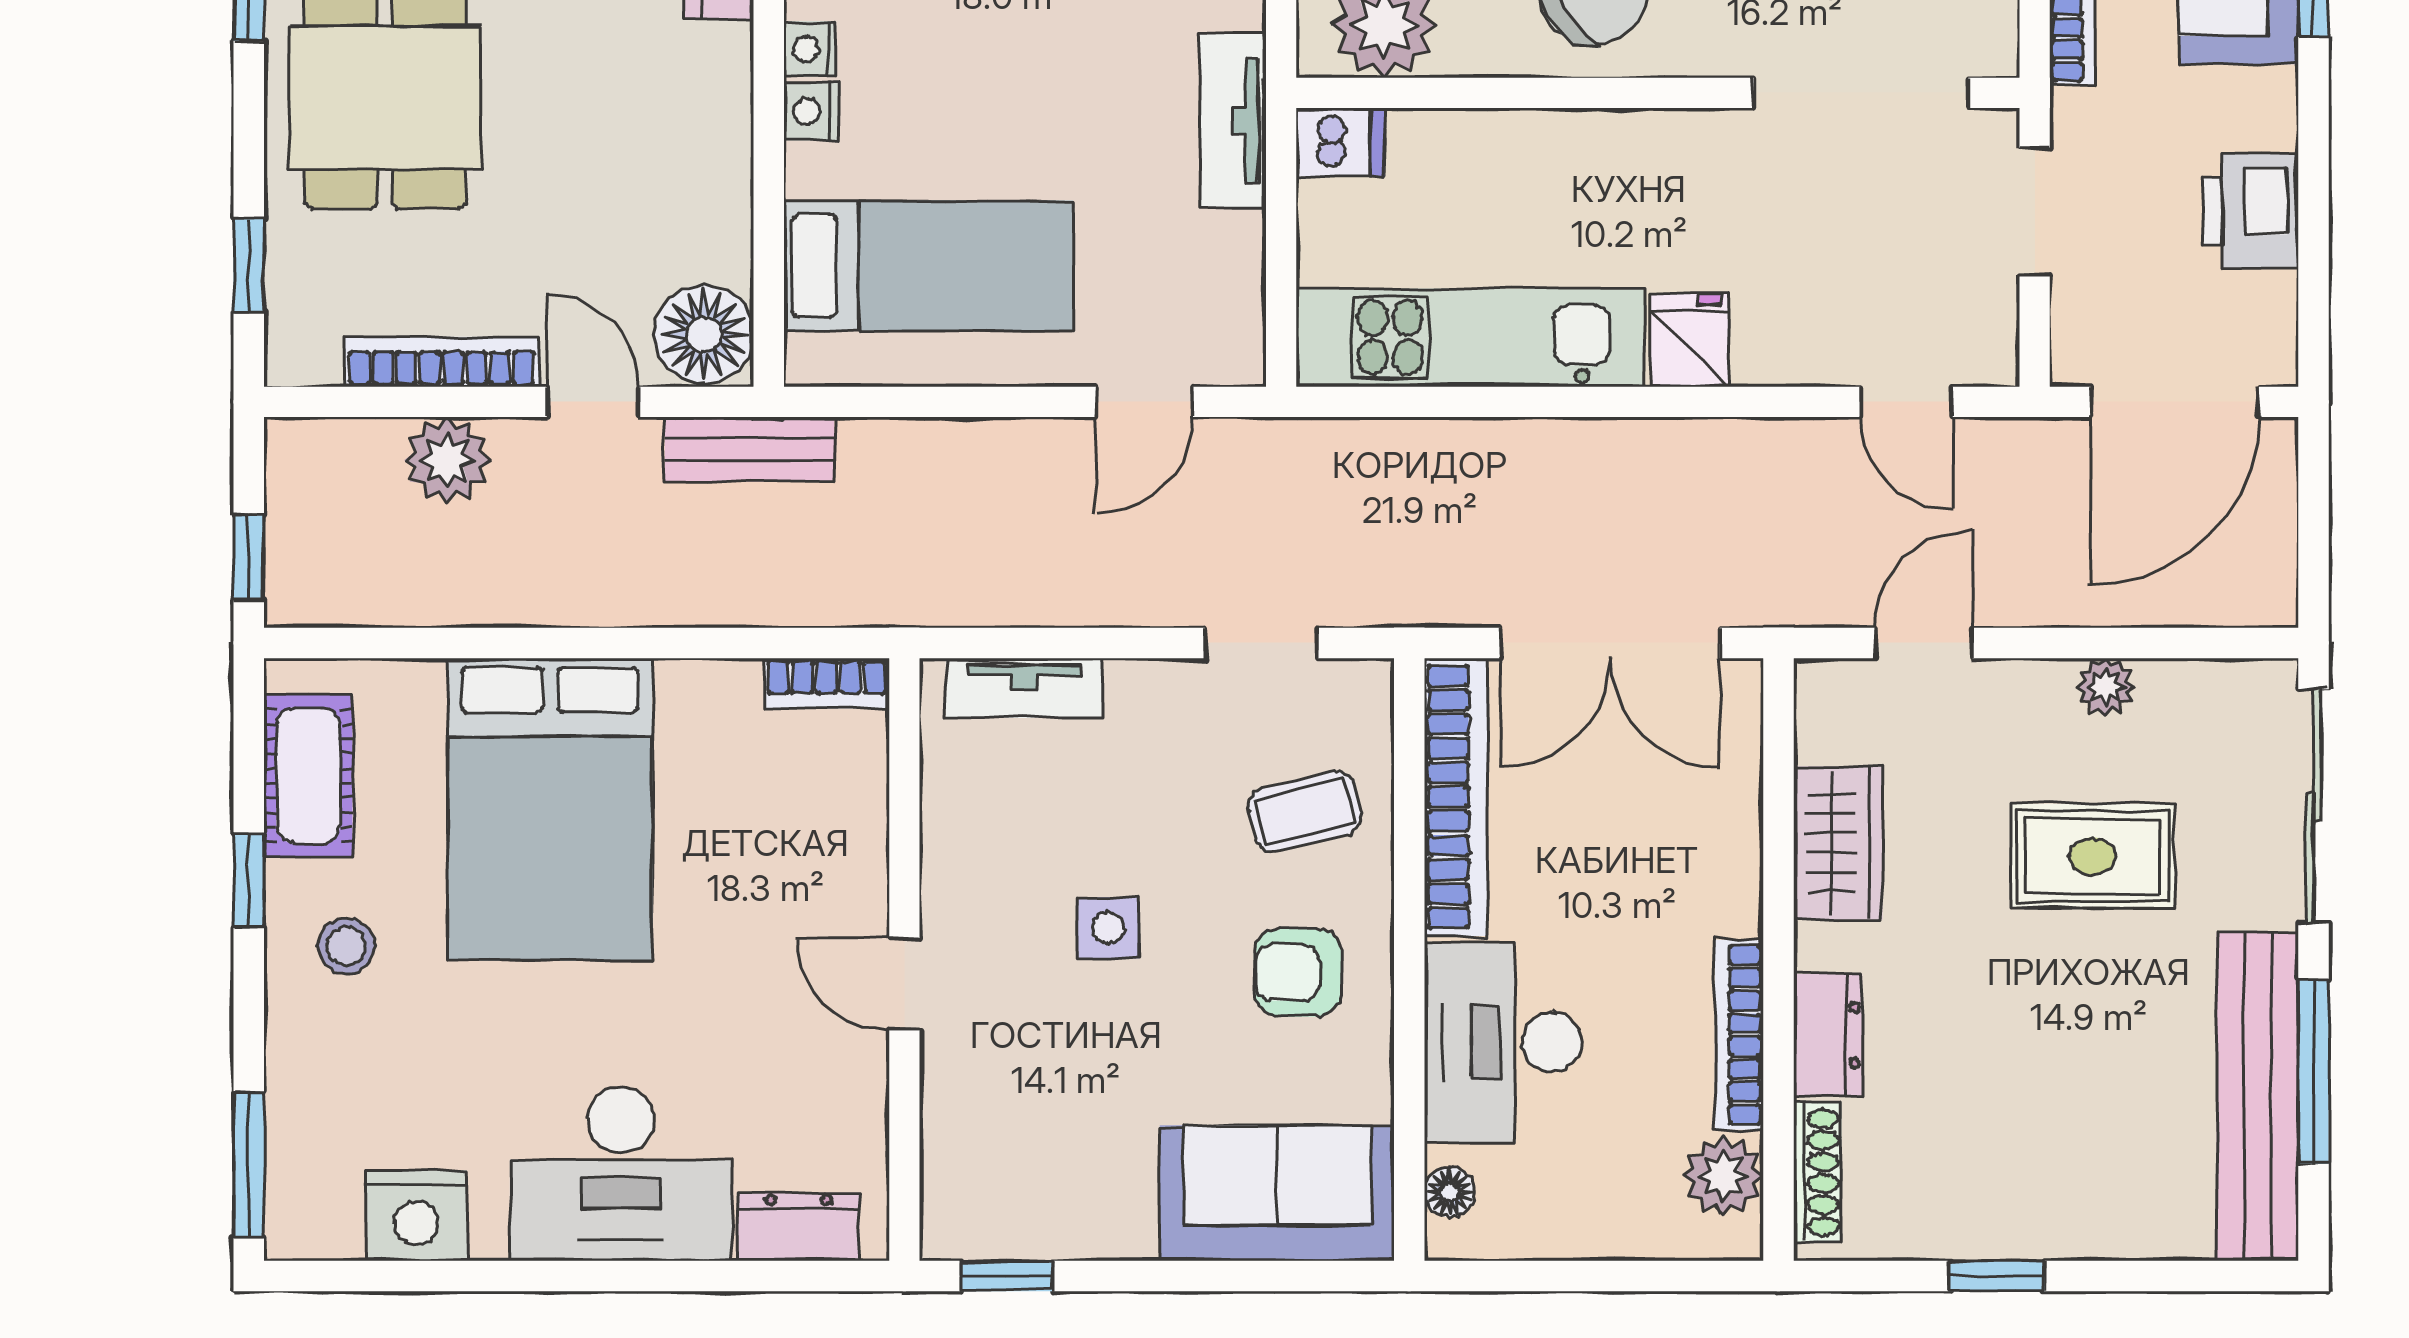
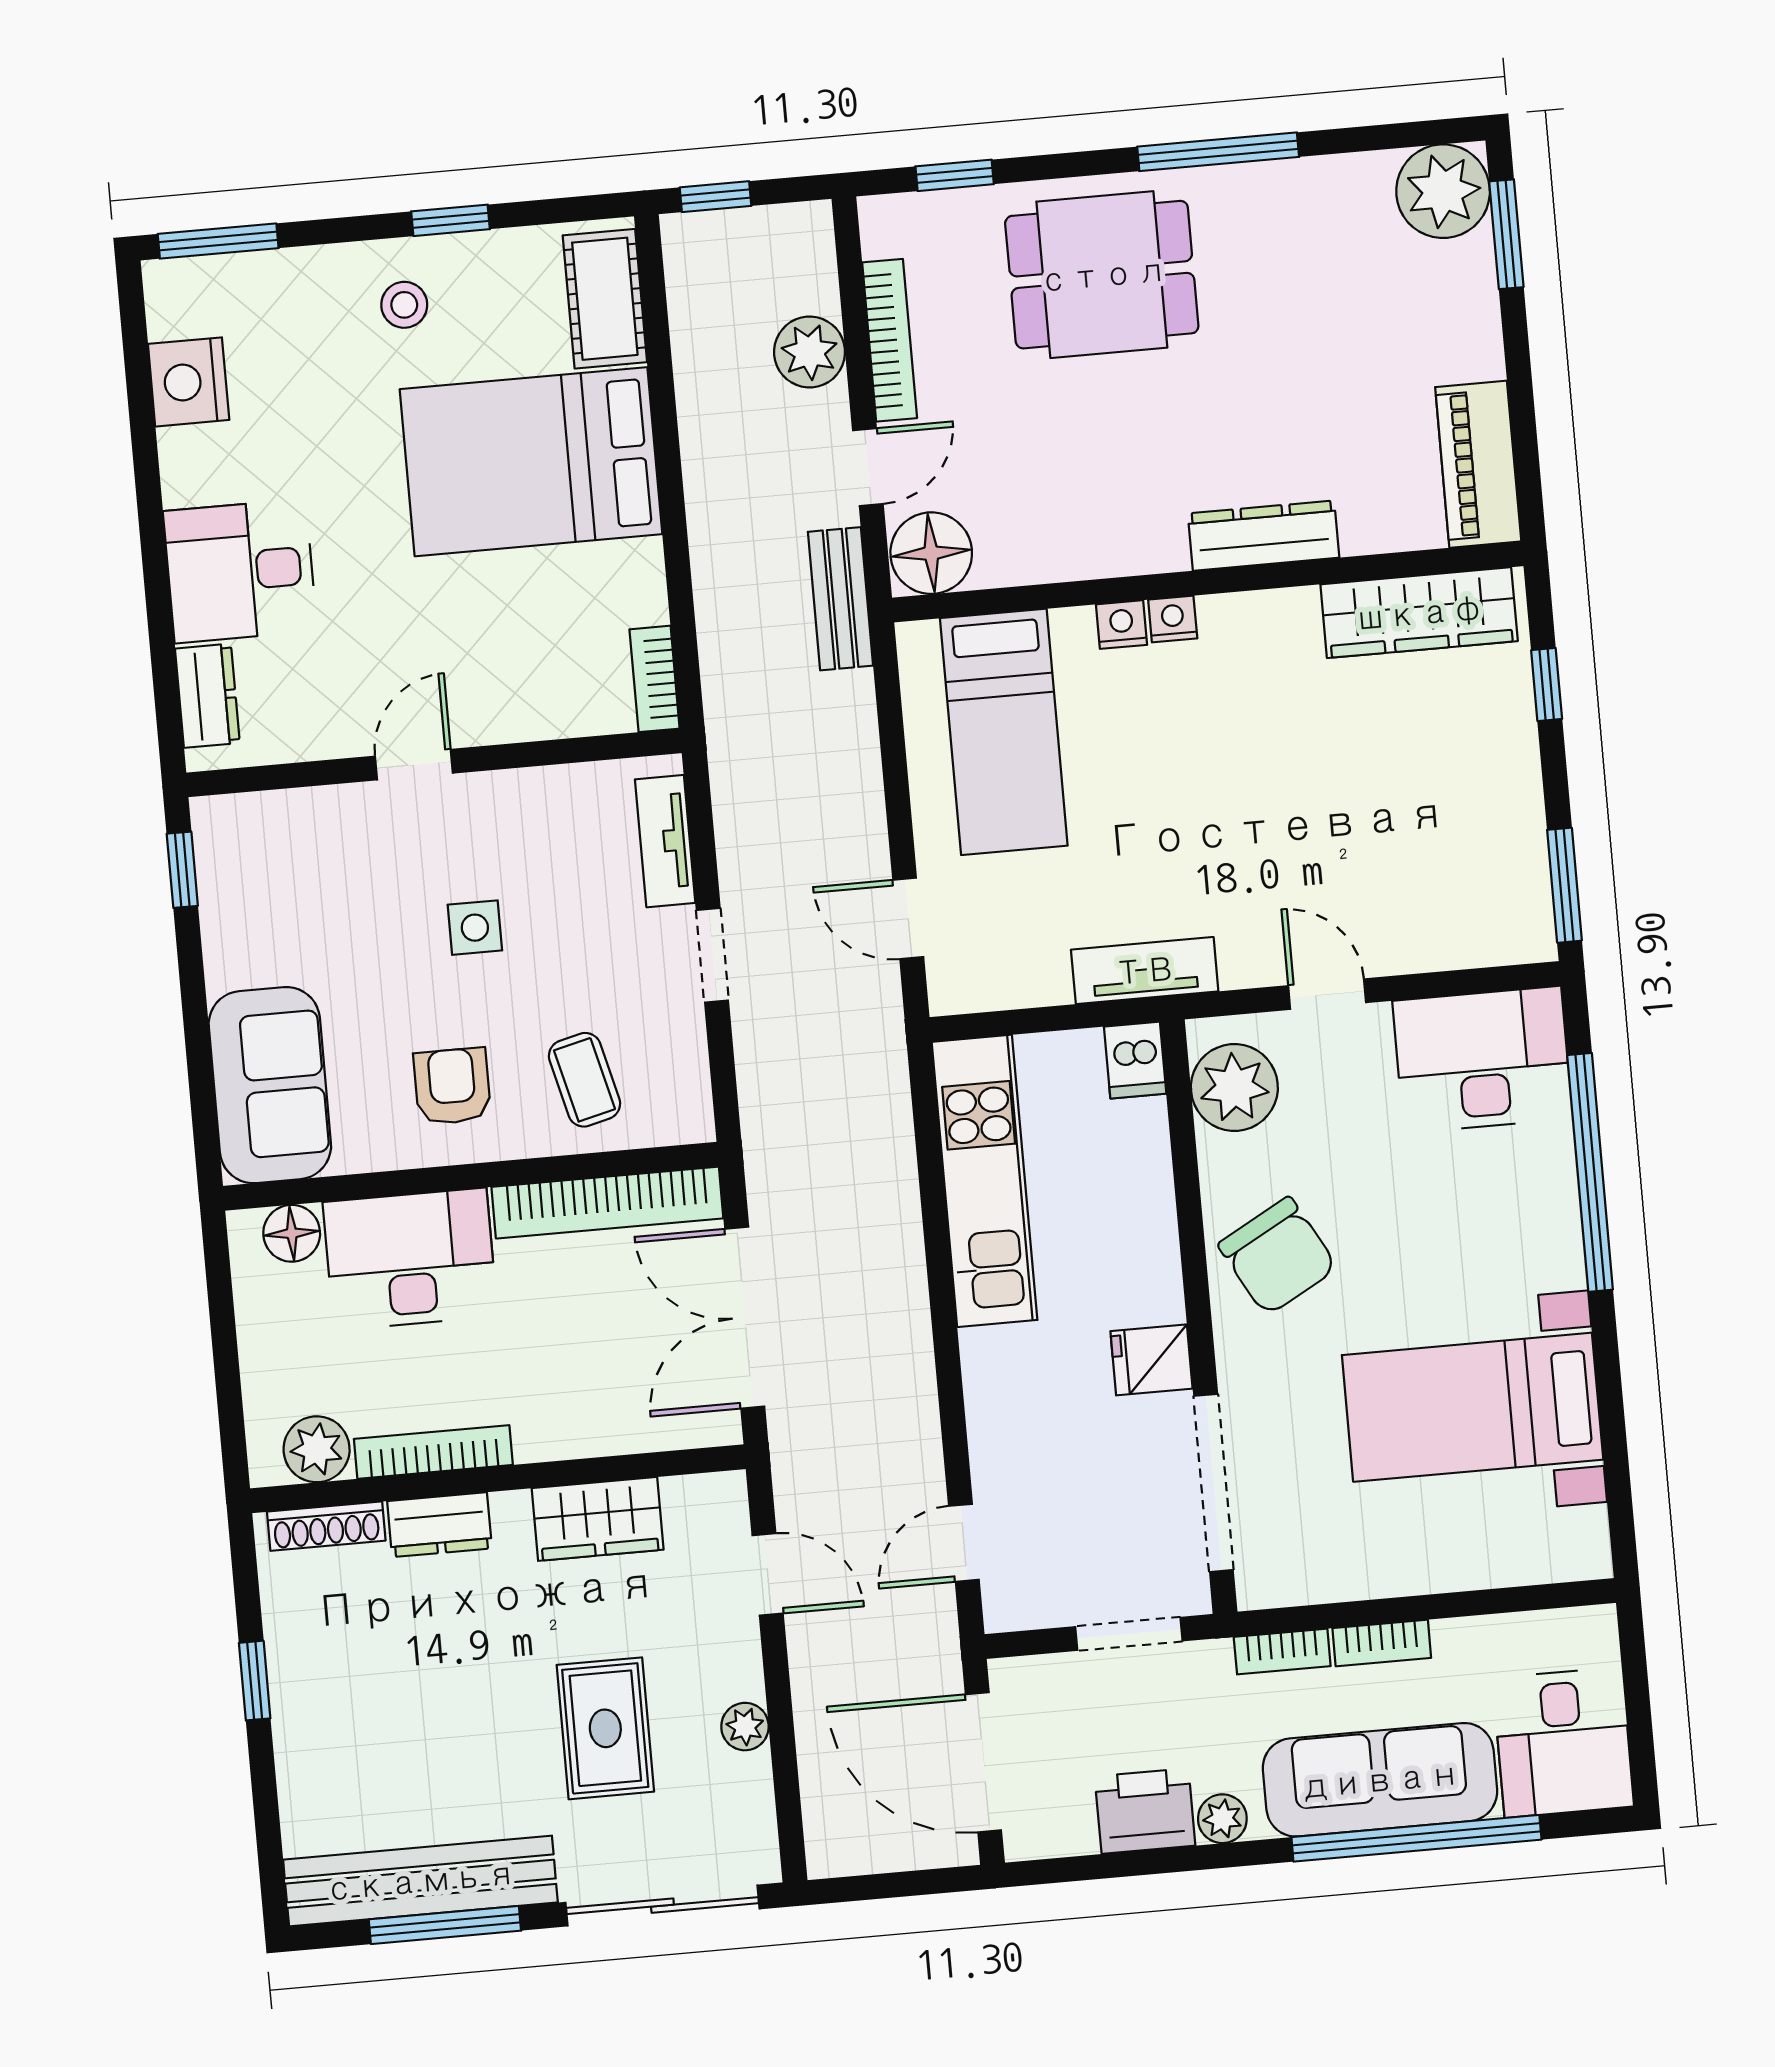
plant: (2269, 118) -> (1222, 1819), added
fridge: (1690, 340) -> (1152, 1360), moved, turned 180
doorway: (1261, 643) -> (712, 955), moved
cot: (308, 775) -> (605, 299), moved, turned 90
desk: (621, 1174) -> (240, 571), width x0.73
floor lamp: (1450, 1192) -> (292, 1233), width x1.37, depth x1.37

